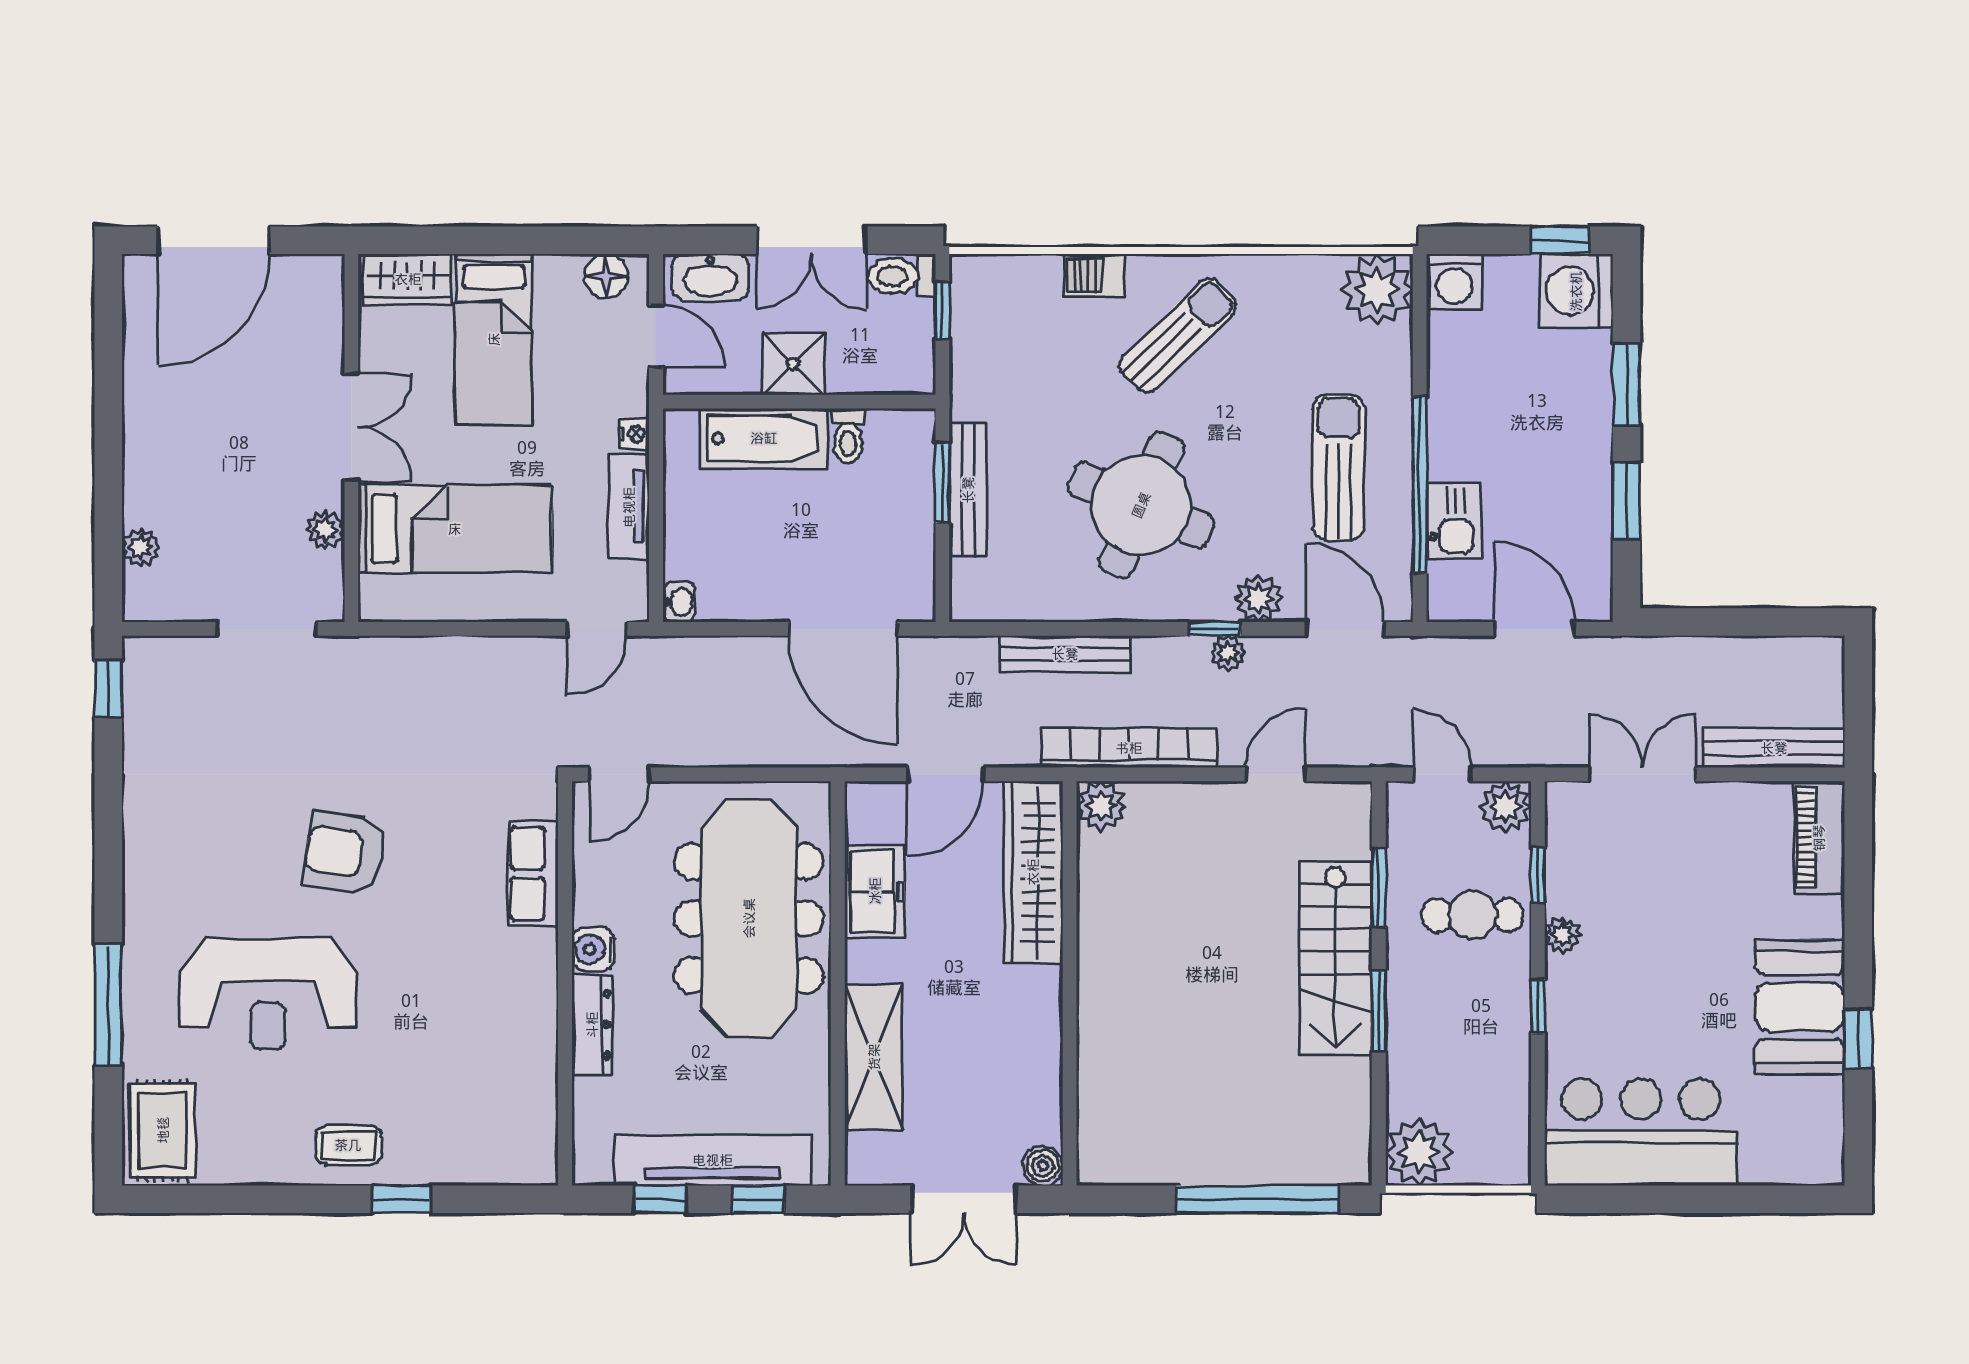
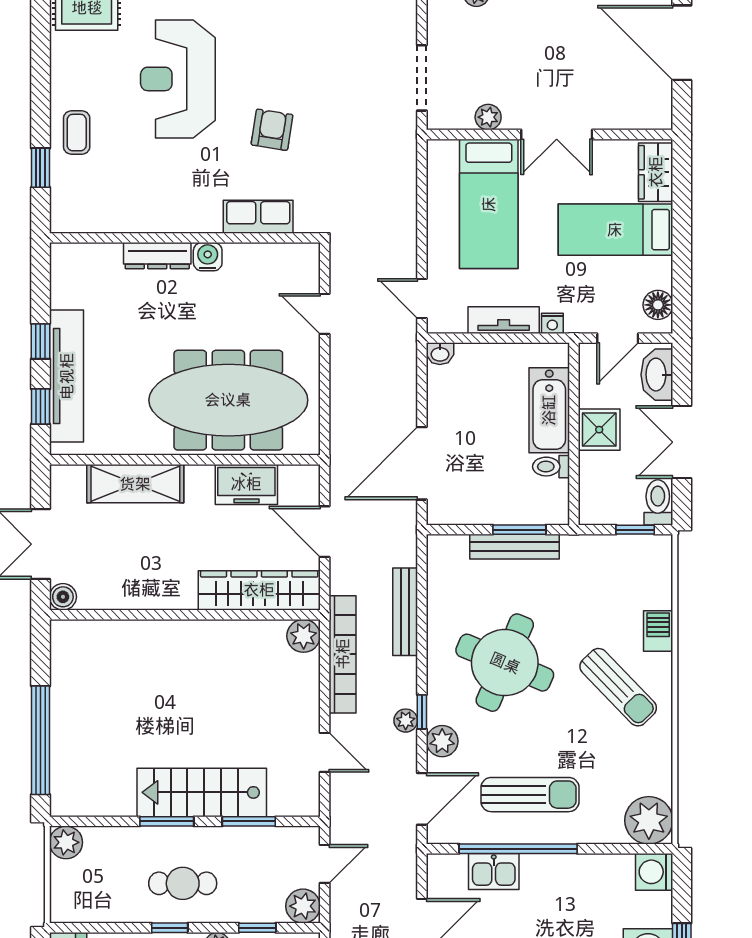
armchair: (344, 853) -> (272, 130), width x0.72, depth x0.72
row of seats: (533, 874) -> (258, 217), moved
cafe table: (1473, 915) -> (183, 883), moved, turned 90
water cooler: (593, 949) -> (208, 257), moved
wall: (565, 983) -> (185, 238), moved
dresser: (592, 1025) -> (157, 256), moved
plant: (1419, 1152) -> (66, 842), width x0.73, depth x0.73

